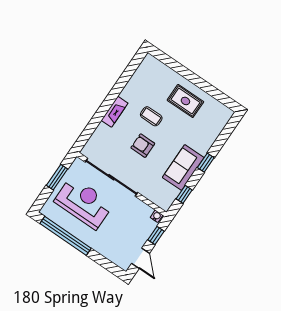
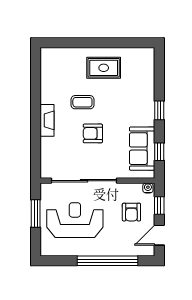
sofa: (183, 167) -> (142, 149), moved
armchair: (131, 226) -> (131, 212), added
window: (66, 236) -> (107, 261), moved
door: (141, 258) -> (159, 235), swing flipped

